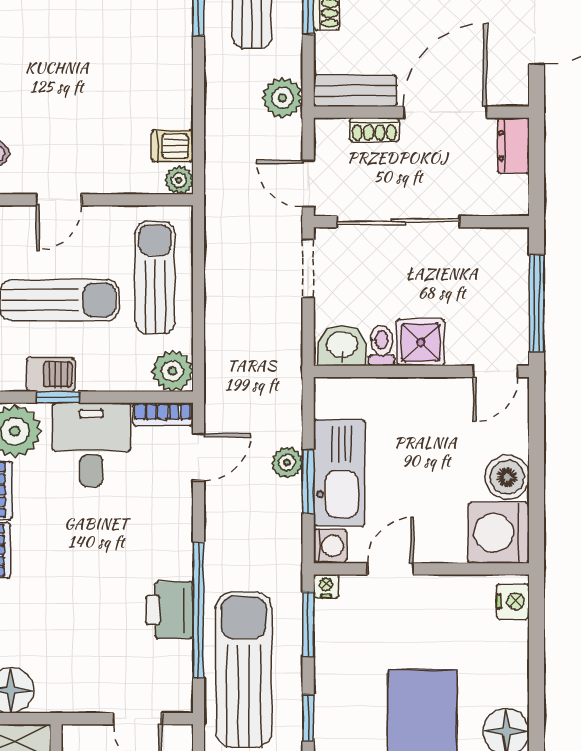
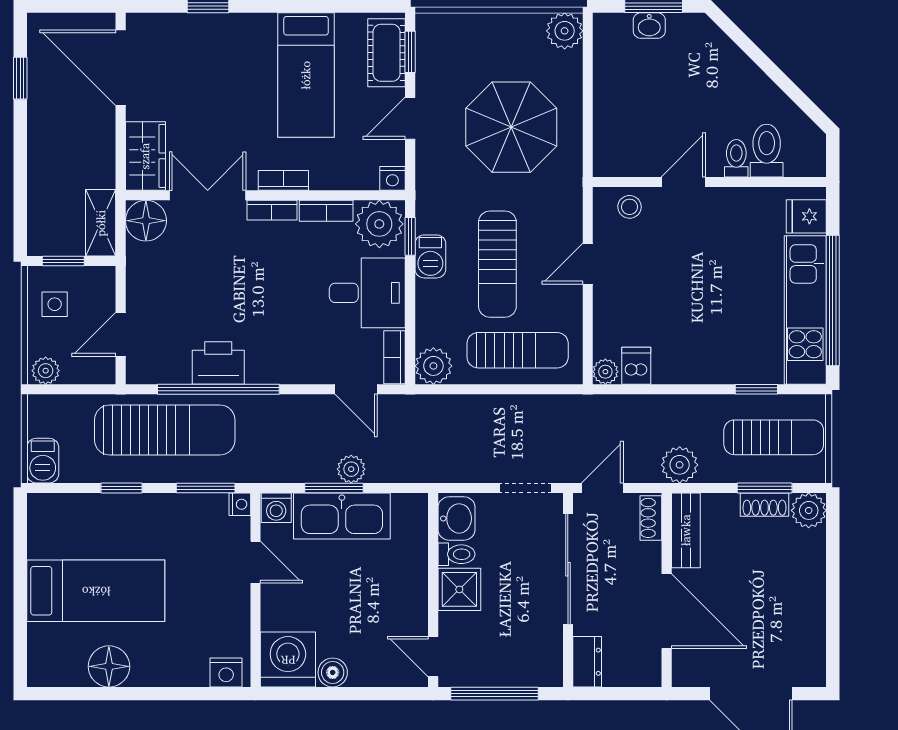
shoe rack: (374, 130) -> (651, 518), moved
dresser: (513, 146) -> (587, 662), moved, turned 90
door: (59, 200) -> (588, 264), hinge flipped
window: (58, 397) -> (410, 236), moved
boiler: (507, 477) -> (333, 672), width x0.73, depth x0.73

